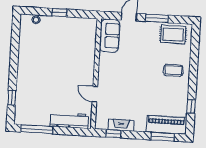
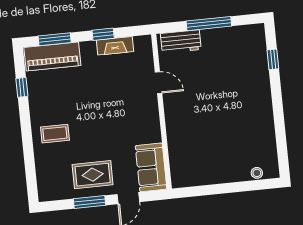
window: (59, 13) -> (226, 188), removed
rug: (173, 34) -> (93, 175), moved
workbench: (69, 120) -> (181, 42), width x0.73
window: (37, 129) -> (209, 24), moved
window: (113, 134) -> (103, 34), moved

